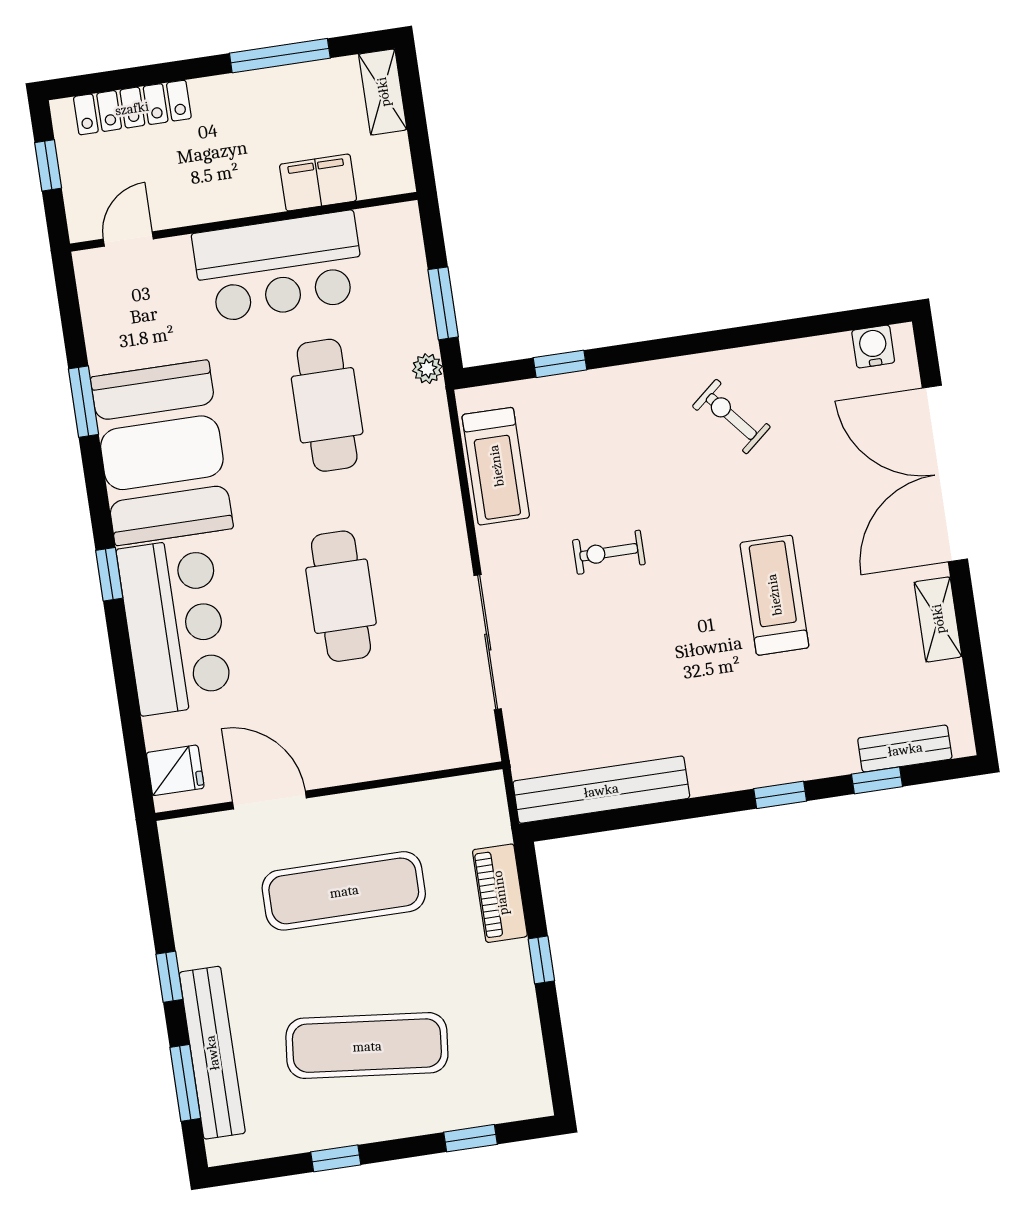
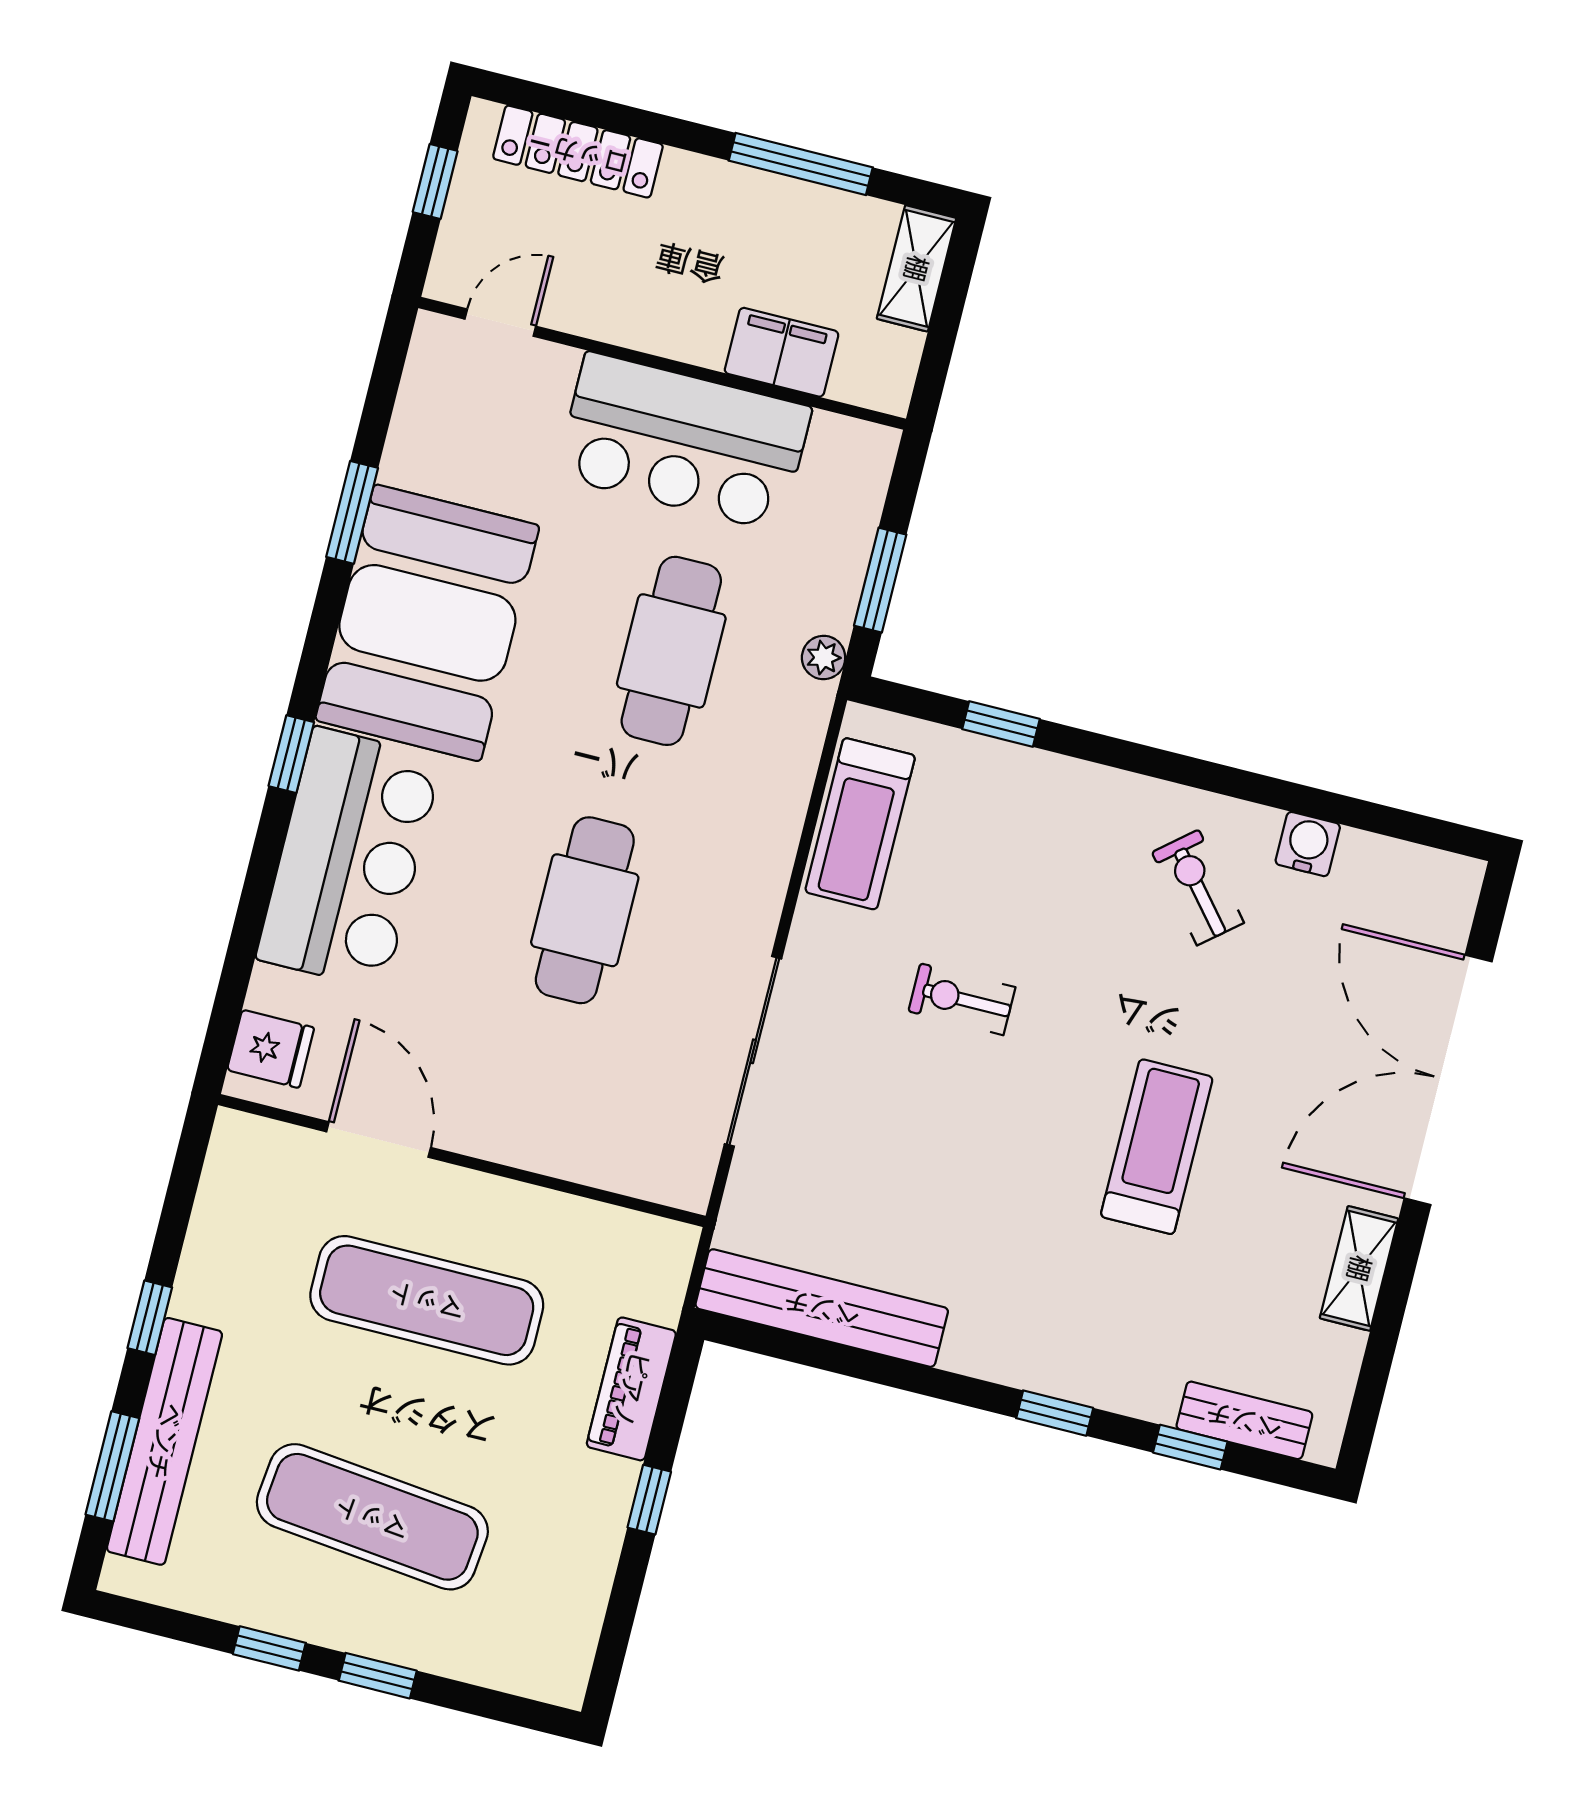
water cooler: (873, 346) -> (1308, 844), moved
window: (470, 1138) -> (378, 1676), moved

